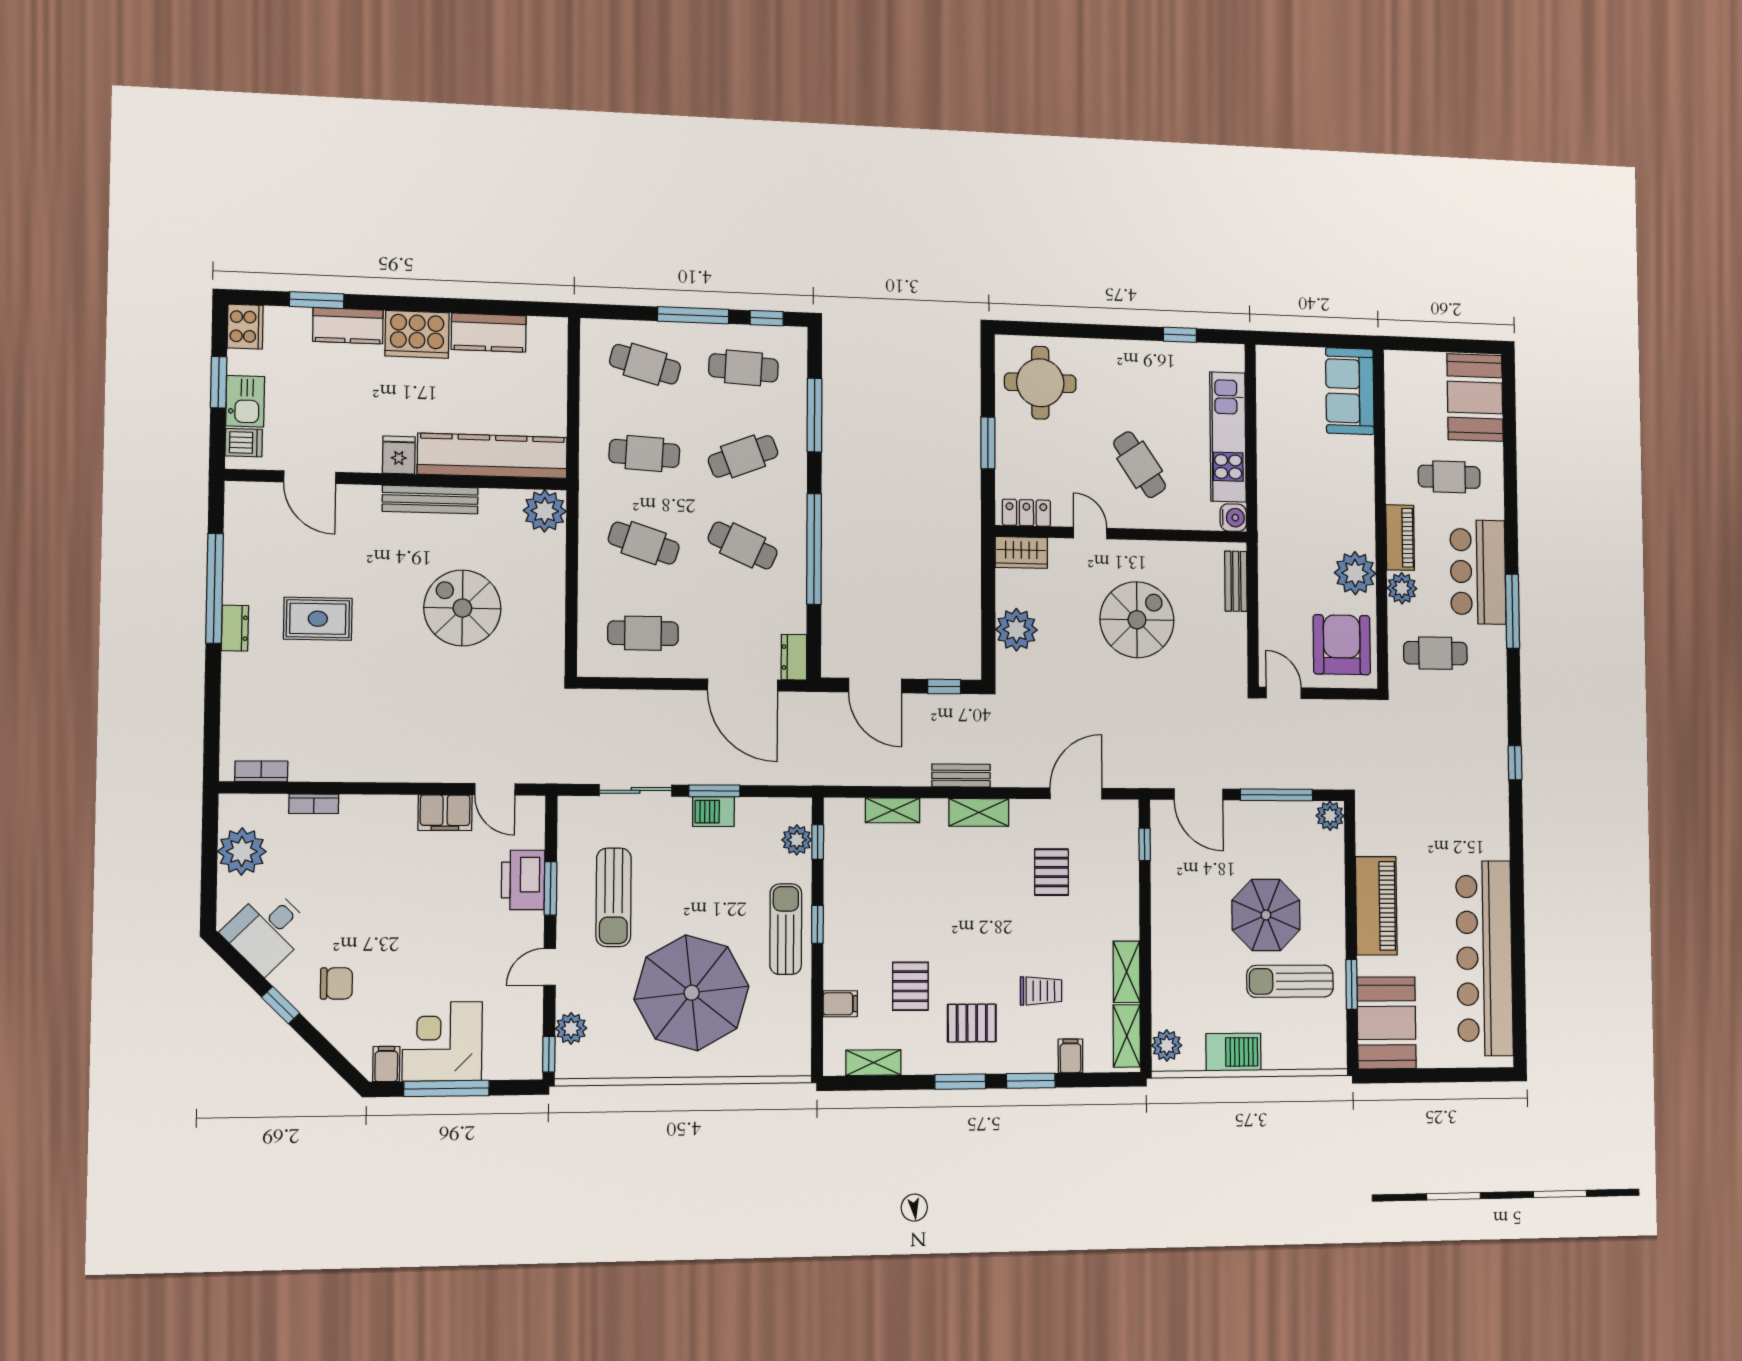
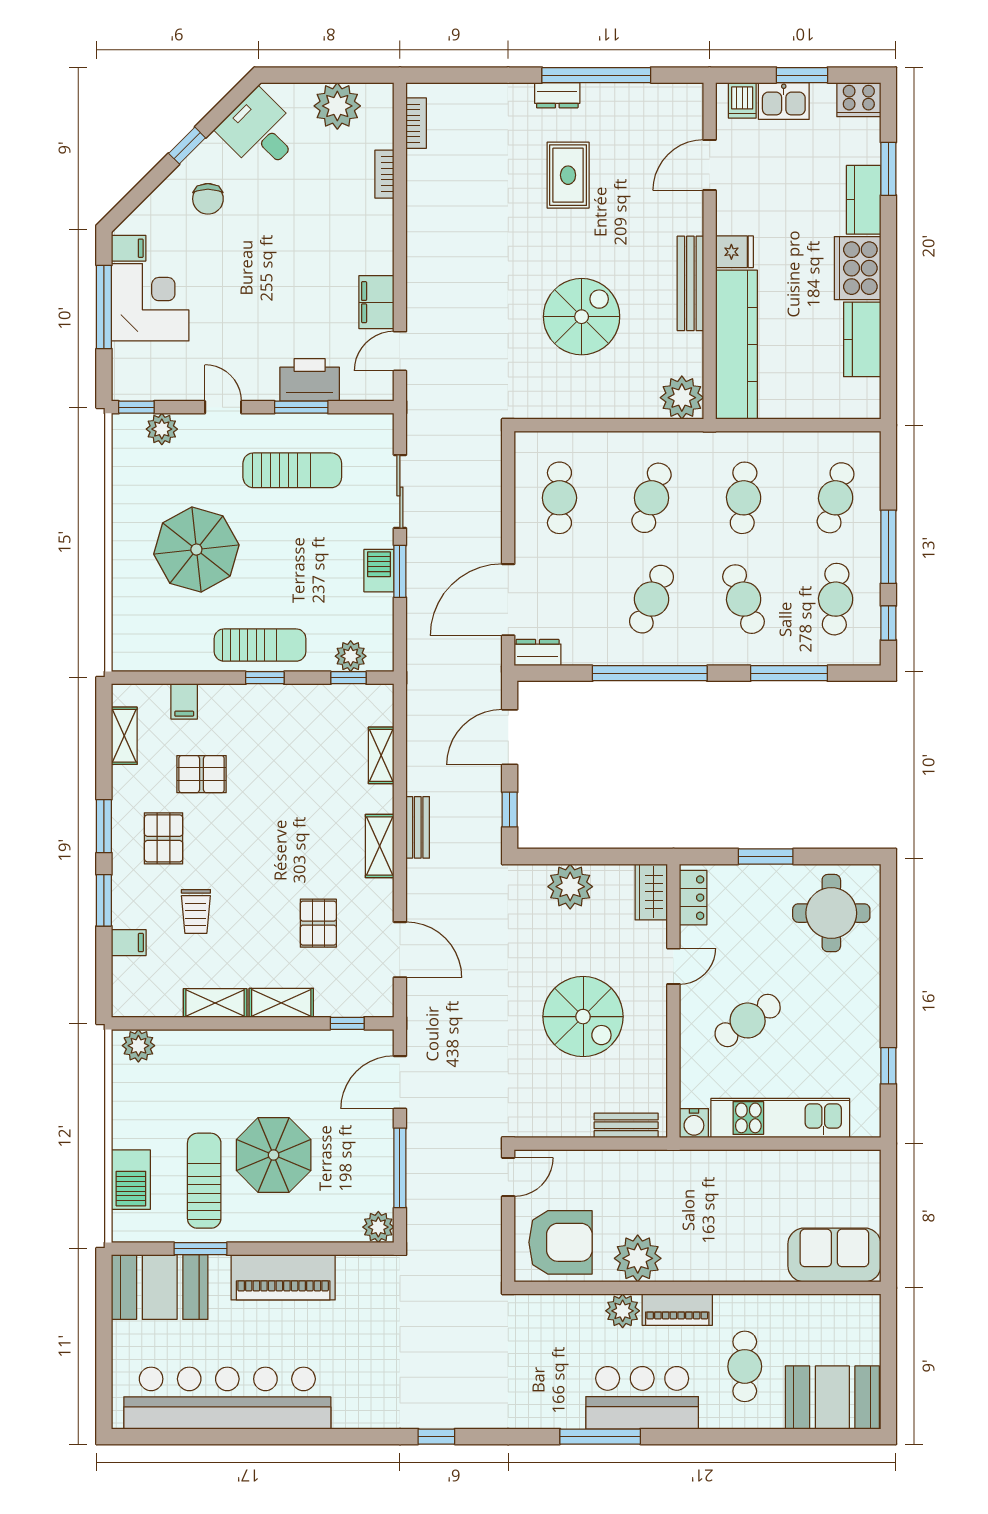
cafe table: (1435, 653) -> (553, 1348), removed
pallet: (1051, 872) -> (318, 923), turned 90
sun lounger: (614, 897) -> (292, 470), turned 180
parasol: (692, 993) -> (196, 550), width x0.73, depth x0.73
shelving: (1127, 1036) -> (281, 1003), moved
barbecue: (1233, 1052) -> (131, 1180), moved

